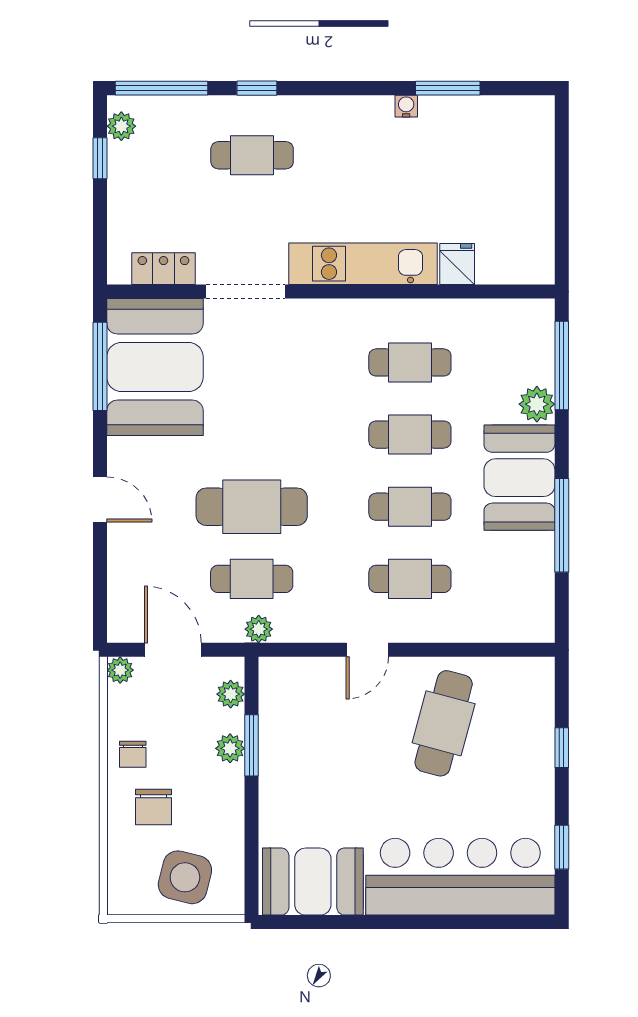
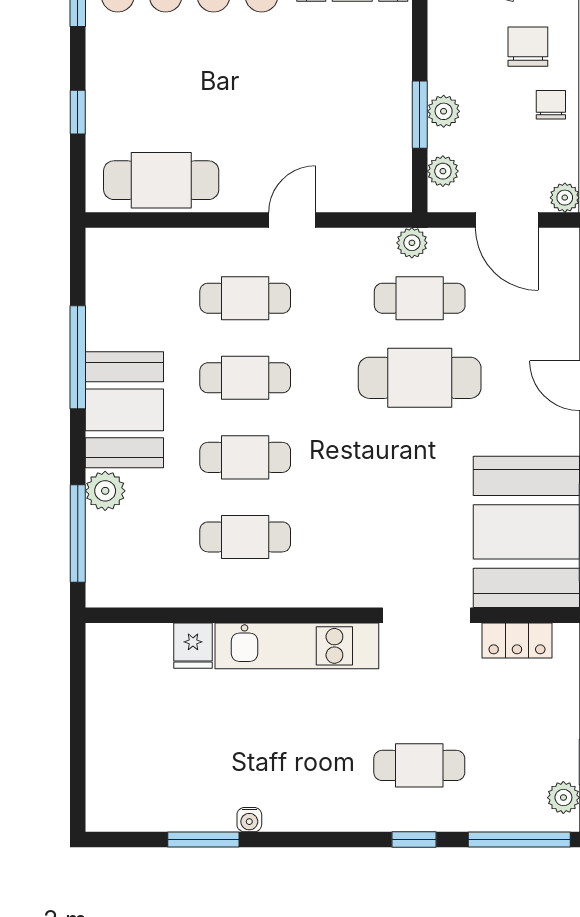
cafe table: (444, 723) -> (161, 180), moved, turned 75

